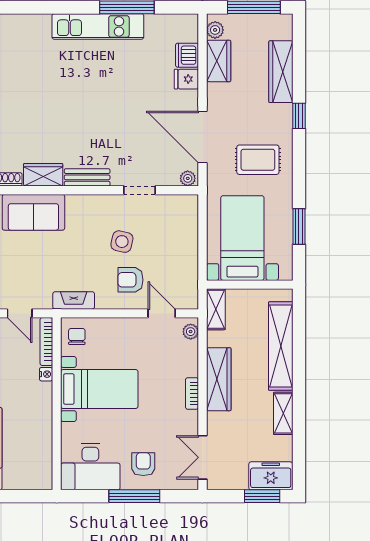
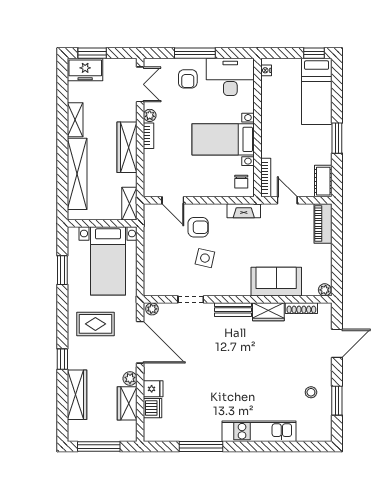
kitchen unit: (98, 26) -> (259, 431), moved
plant: (215, 30) -> (130, 378), moved
plant: (191, 332) -> (150, 115), moved
nightstand: (46, 374) -> (266, 70), moved

